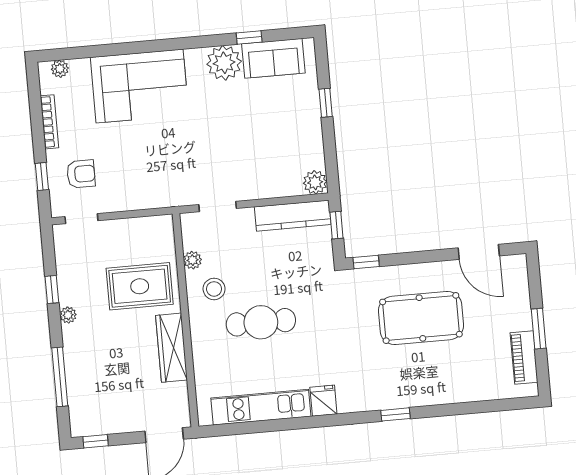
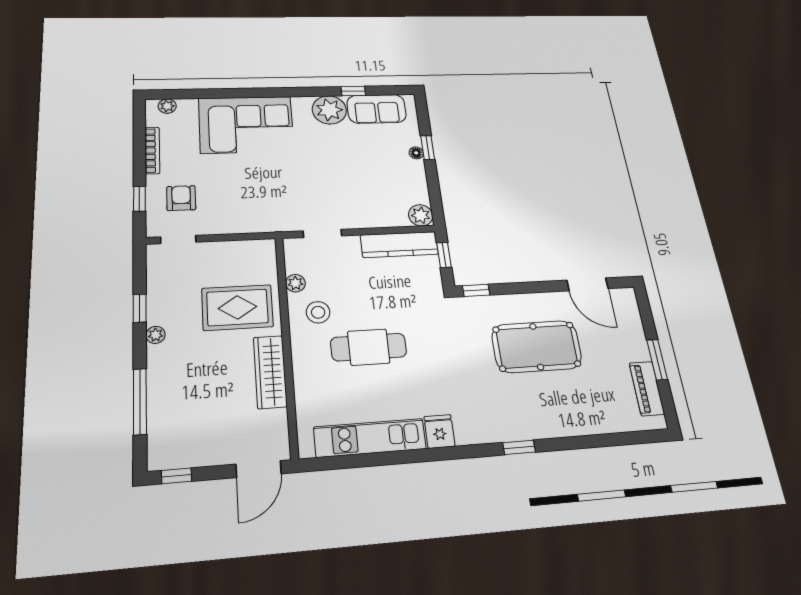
floor lamp: (313, 110) -> (416, 153), added
armchair: (81, 174) -> (181, 198), turned -90

